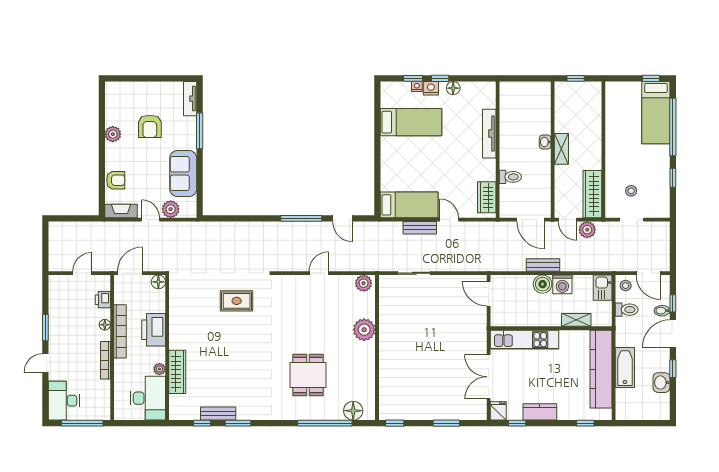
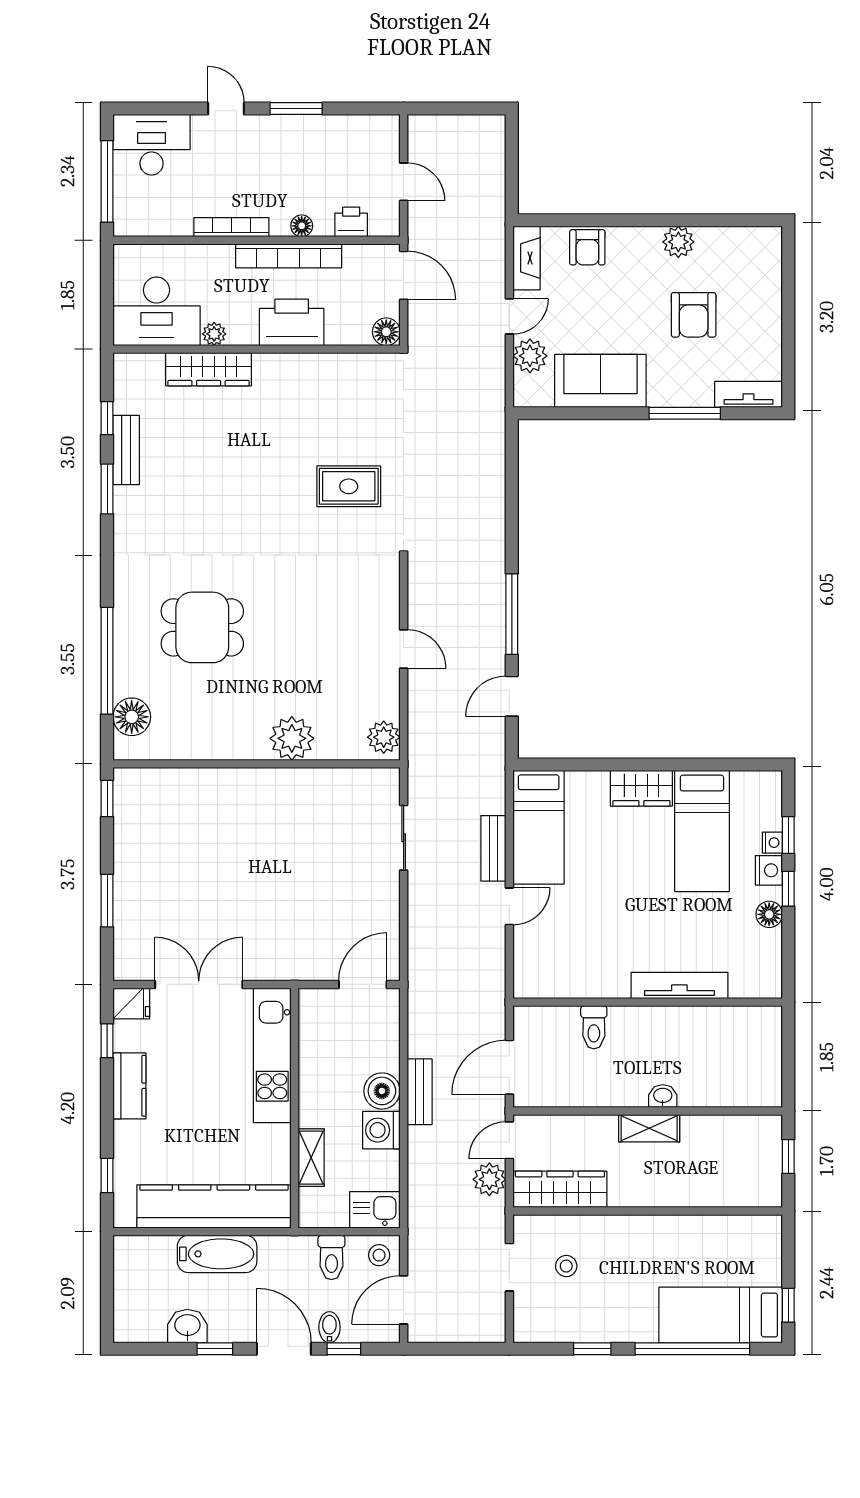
armchair: (150, 126) -> (694, 315), turned -90
wardrobe: (487, 197) -> (641, 788), moved, turned 180
rug: (237, 301) -> (349, 486), turned 90

